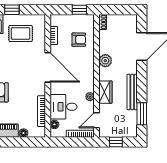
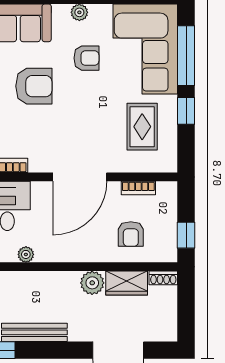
wardrobe: (105, 92) -> (127, 283), moved

